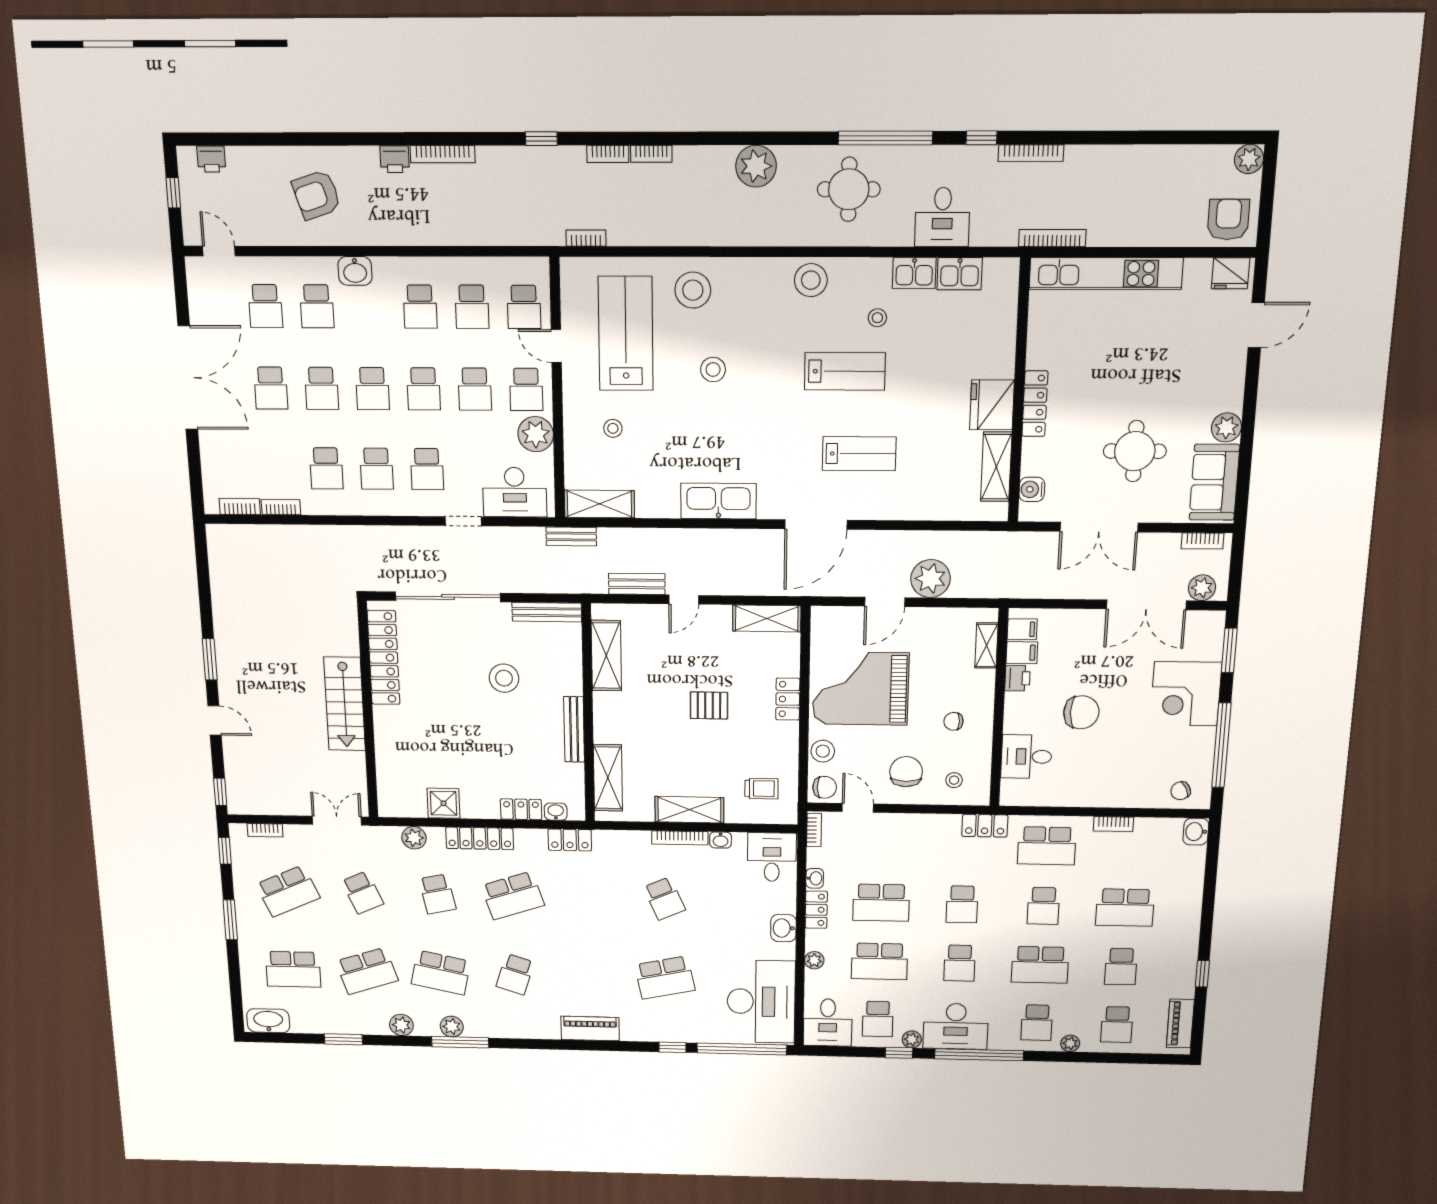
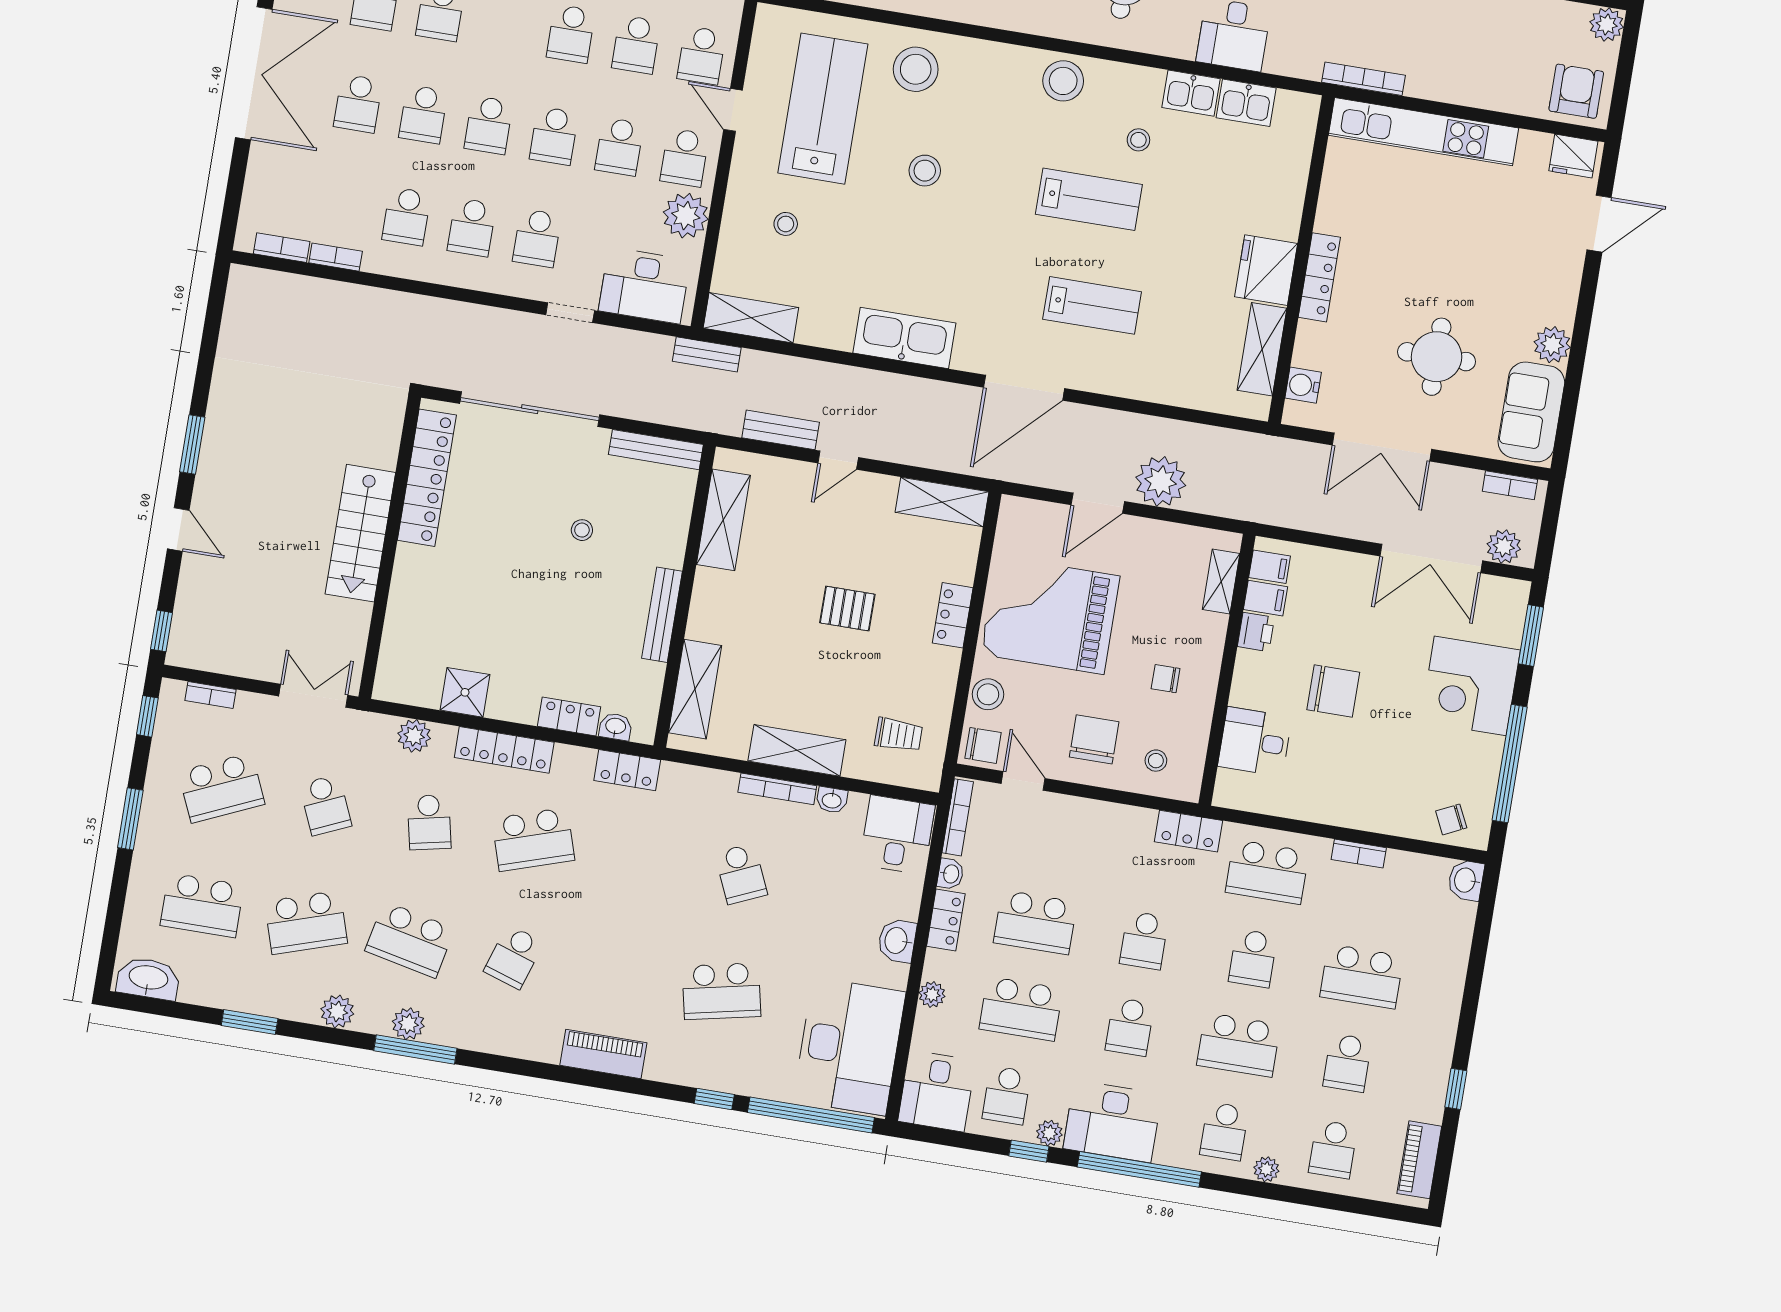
stool: (504, 678) -> (582, 530), width x0.53, depth x0.53
bookcase: (814, 830) -> (958, 817), width x1.56

